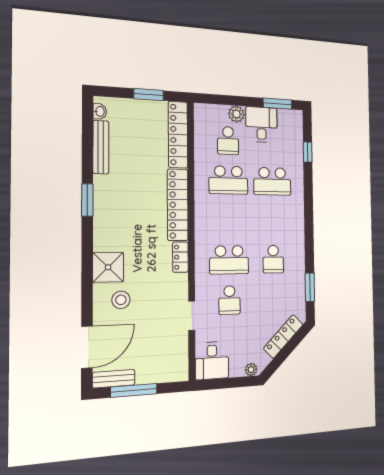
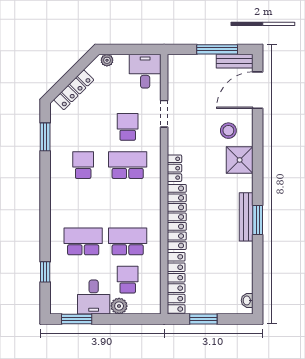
bench: (101, 147) -> (246, 217), moved

